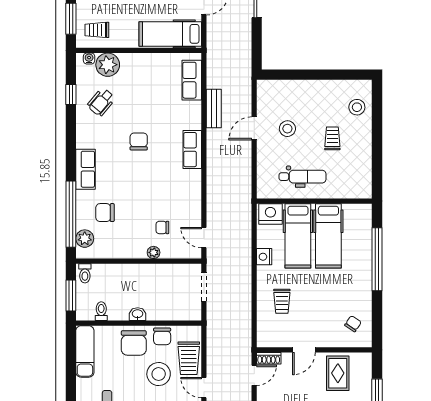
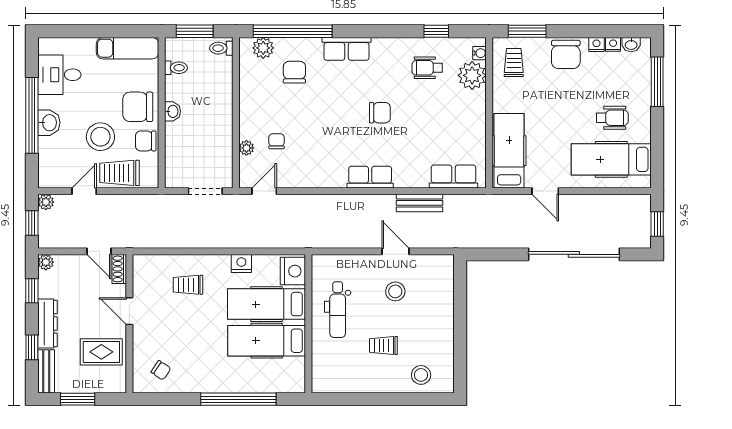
wheelchair: (101, 102) -> (427, 68), turned -40
trolley: (332, 138) -> (383, 345), turned 180
plant: (154, 252) -> (246, 148), moved

